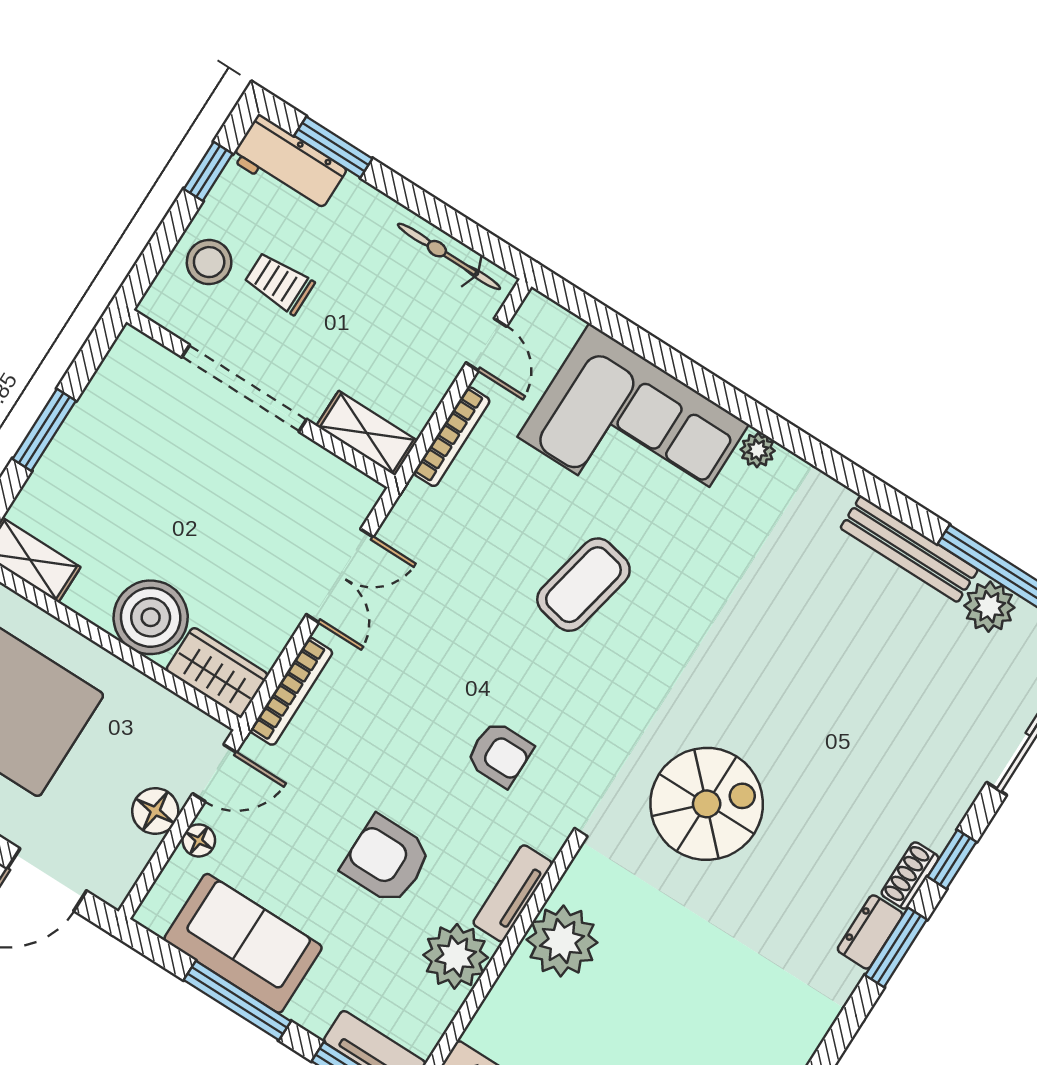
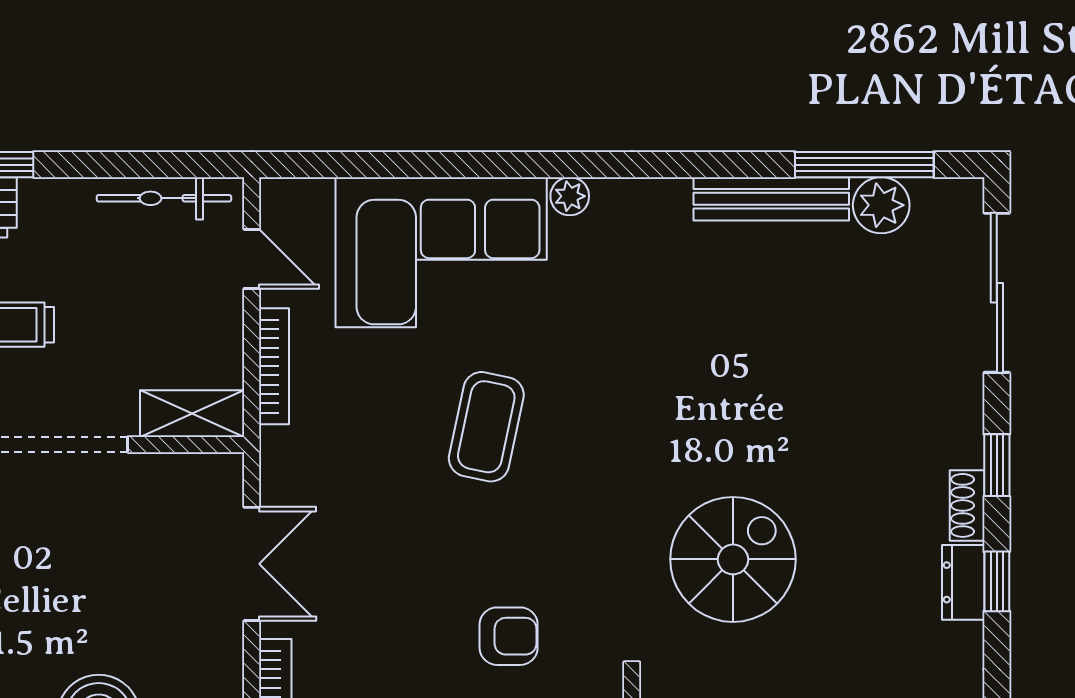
window: (896, 947) -> (997, 581), width x0.67

